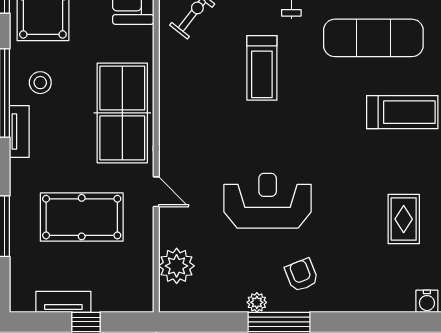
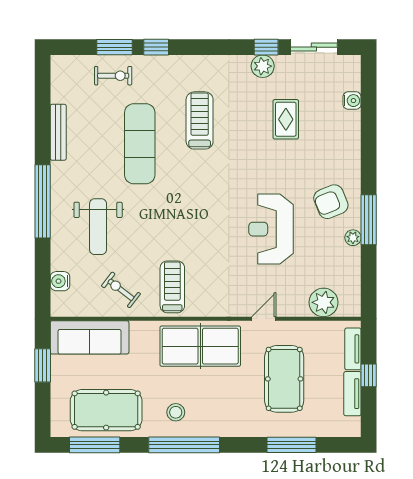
treadmill: (262, 68) -> (172, 287), moved, turned -90
tv unit: (19, 132) -> (353, 349), moved, turned -90
rug: (404, 219) -> (286, 119), turned 90
armchair: (301, 275) -> (331, 202), width x1.38, depth x1.38

